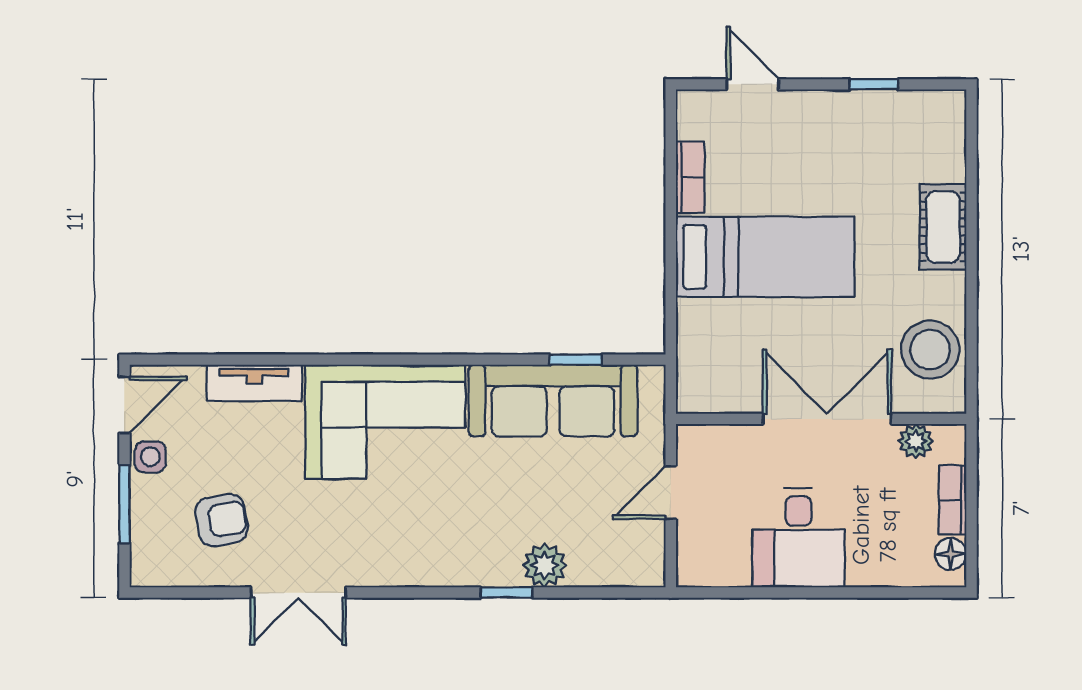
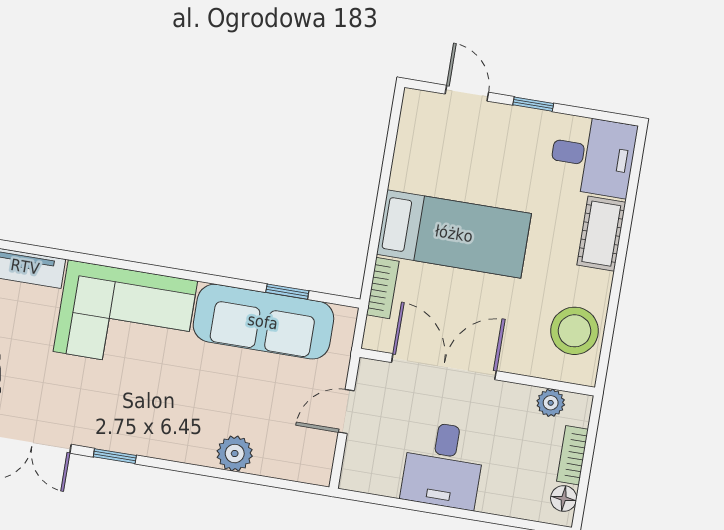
window: (874, 84) -> (533, 104), moved
desk: (917, 135) -> (593, 156), added
bookcase: (690, 177) -> (383, 288), moved
double door: (827, 419) -> (444, 367), moved
window: (507, 593) -> (115, 456), moved

